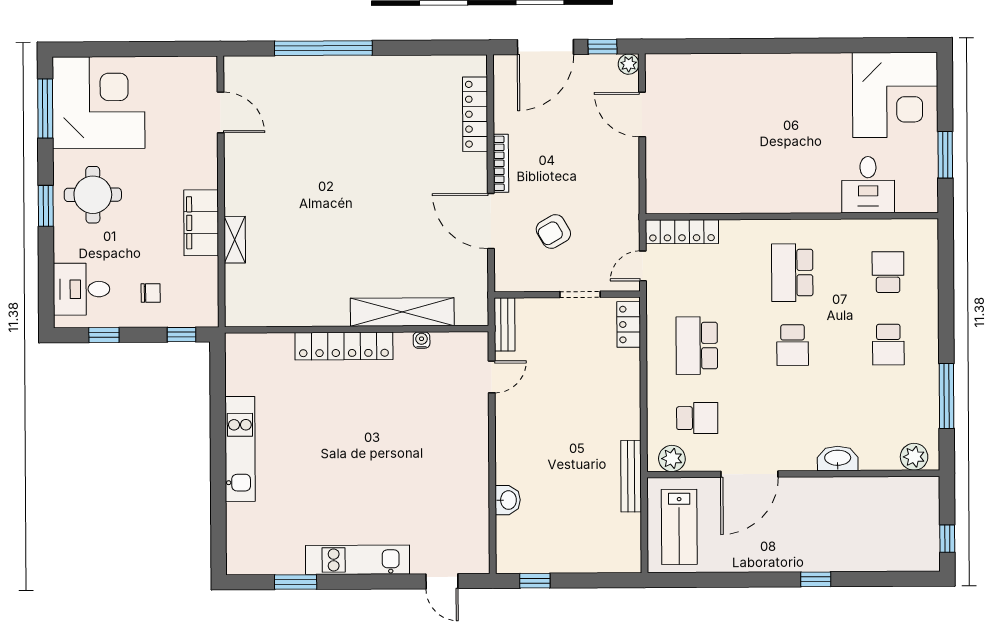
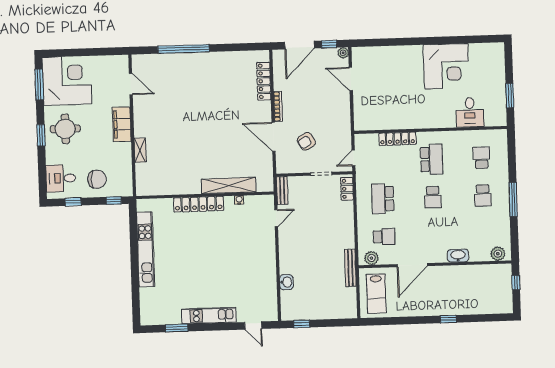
corner desk: (895, 95) -> (446, 66), moved
filing cabinet: (201, 223) -> (122, 124), moved
locker: (682, 232) -> (397, 139), moved
school desk: (792, 273) -> (432, 159), turned 180
chair: (151, 293) -> (97, 179), width x1.87, depth x1.87
window: (946, 396) -> (513, 199), moved
kitchen unit: (240, 449) -> (146, 249), width x1.36
window: (947, 539) -> (516, 283), moved

